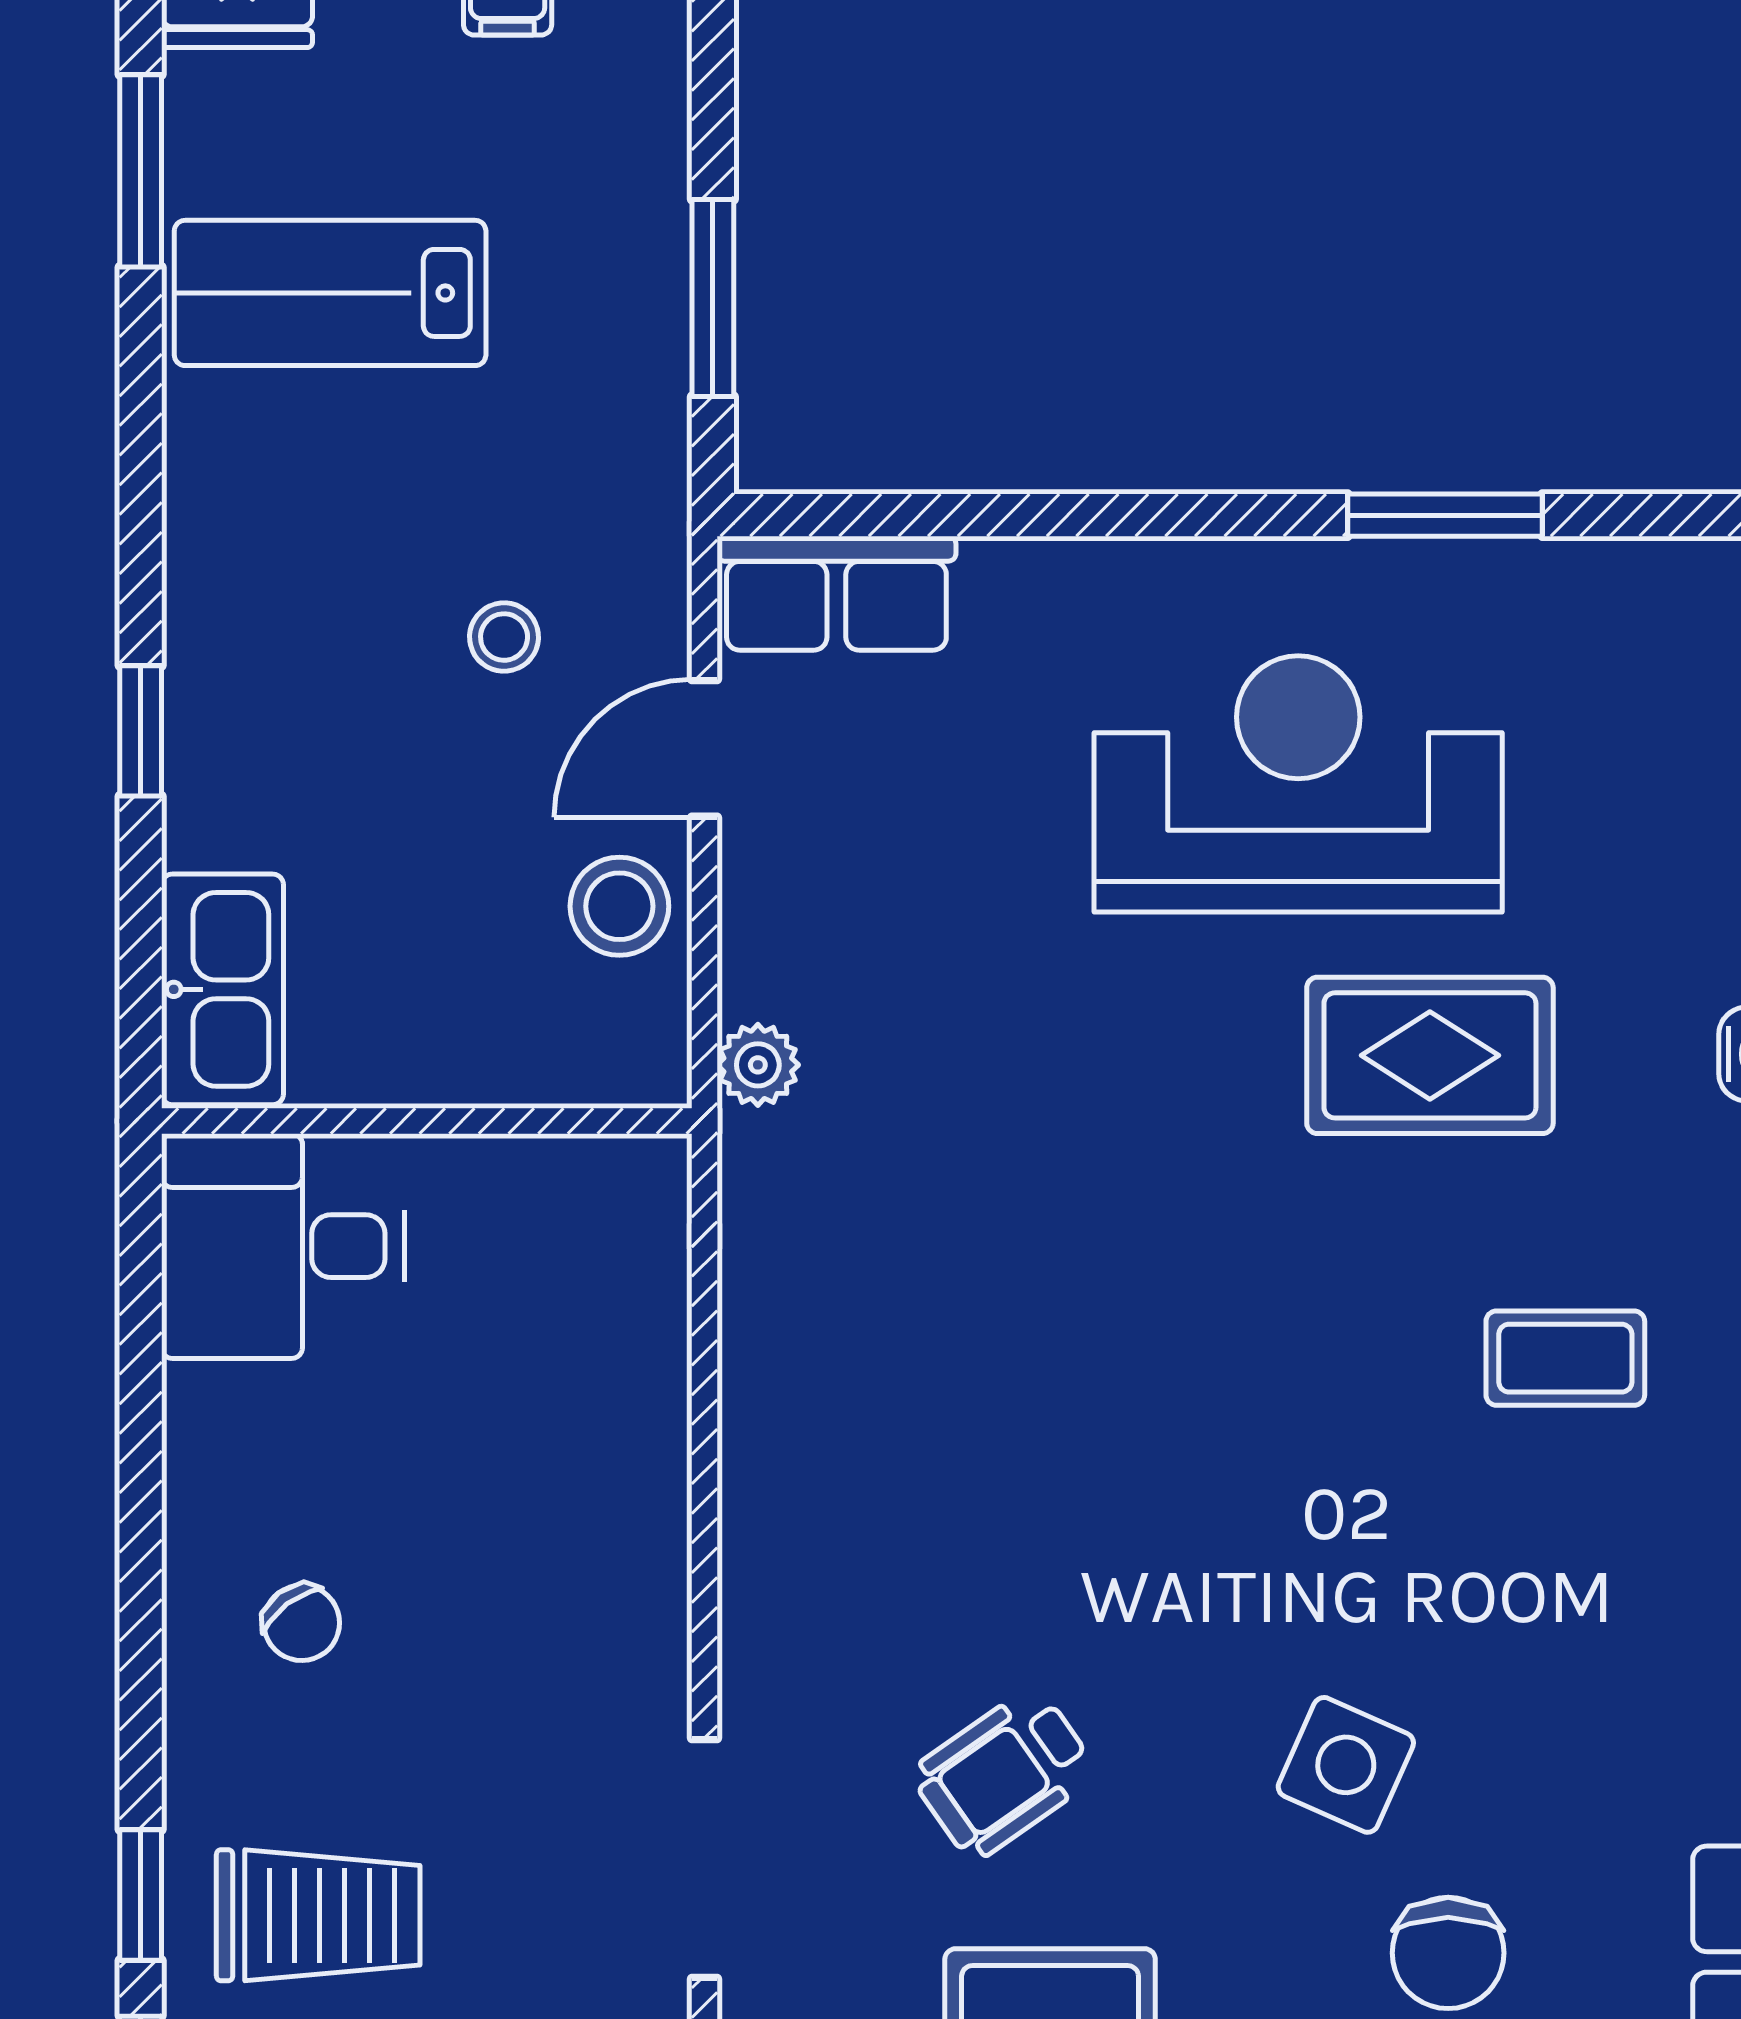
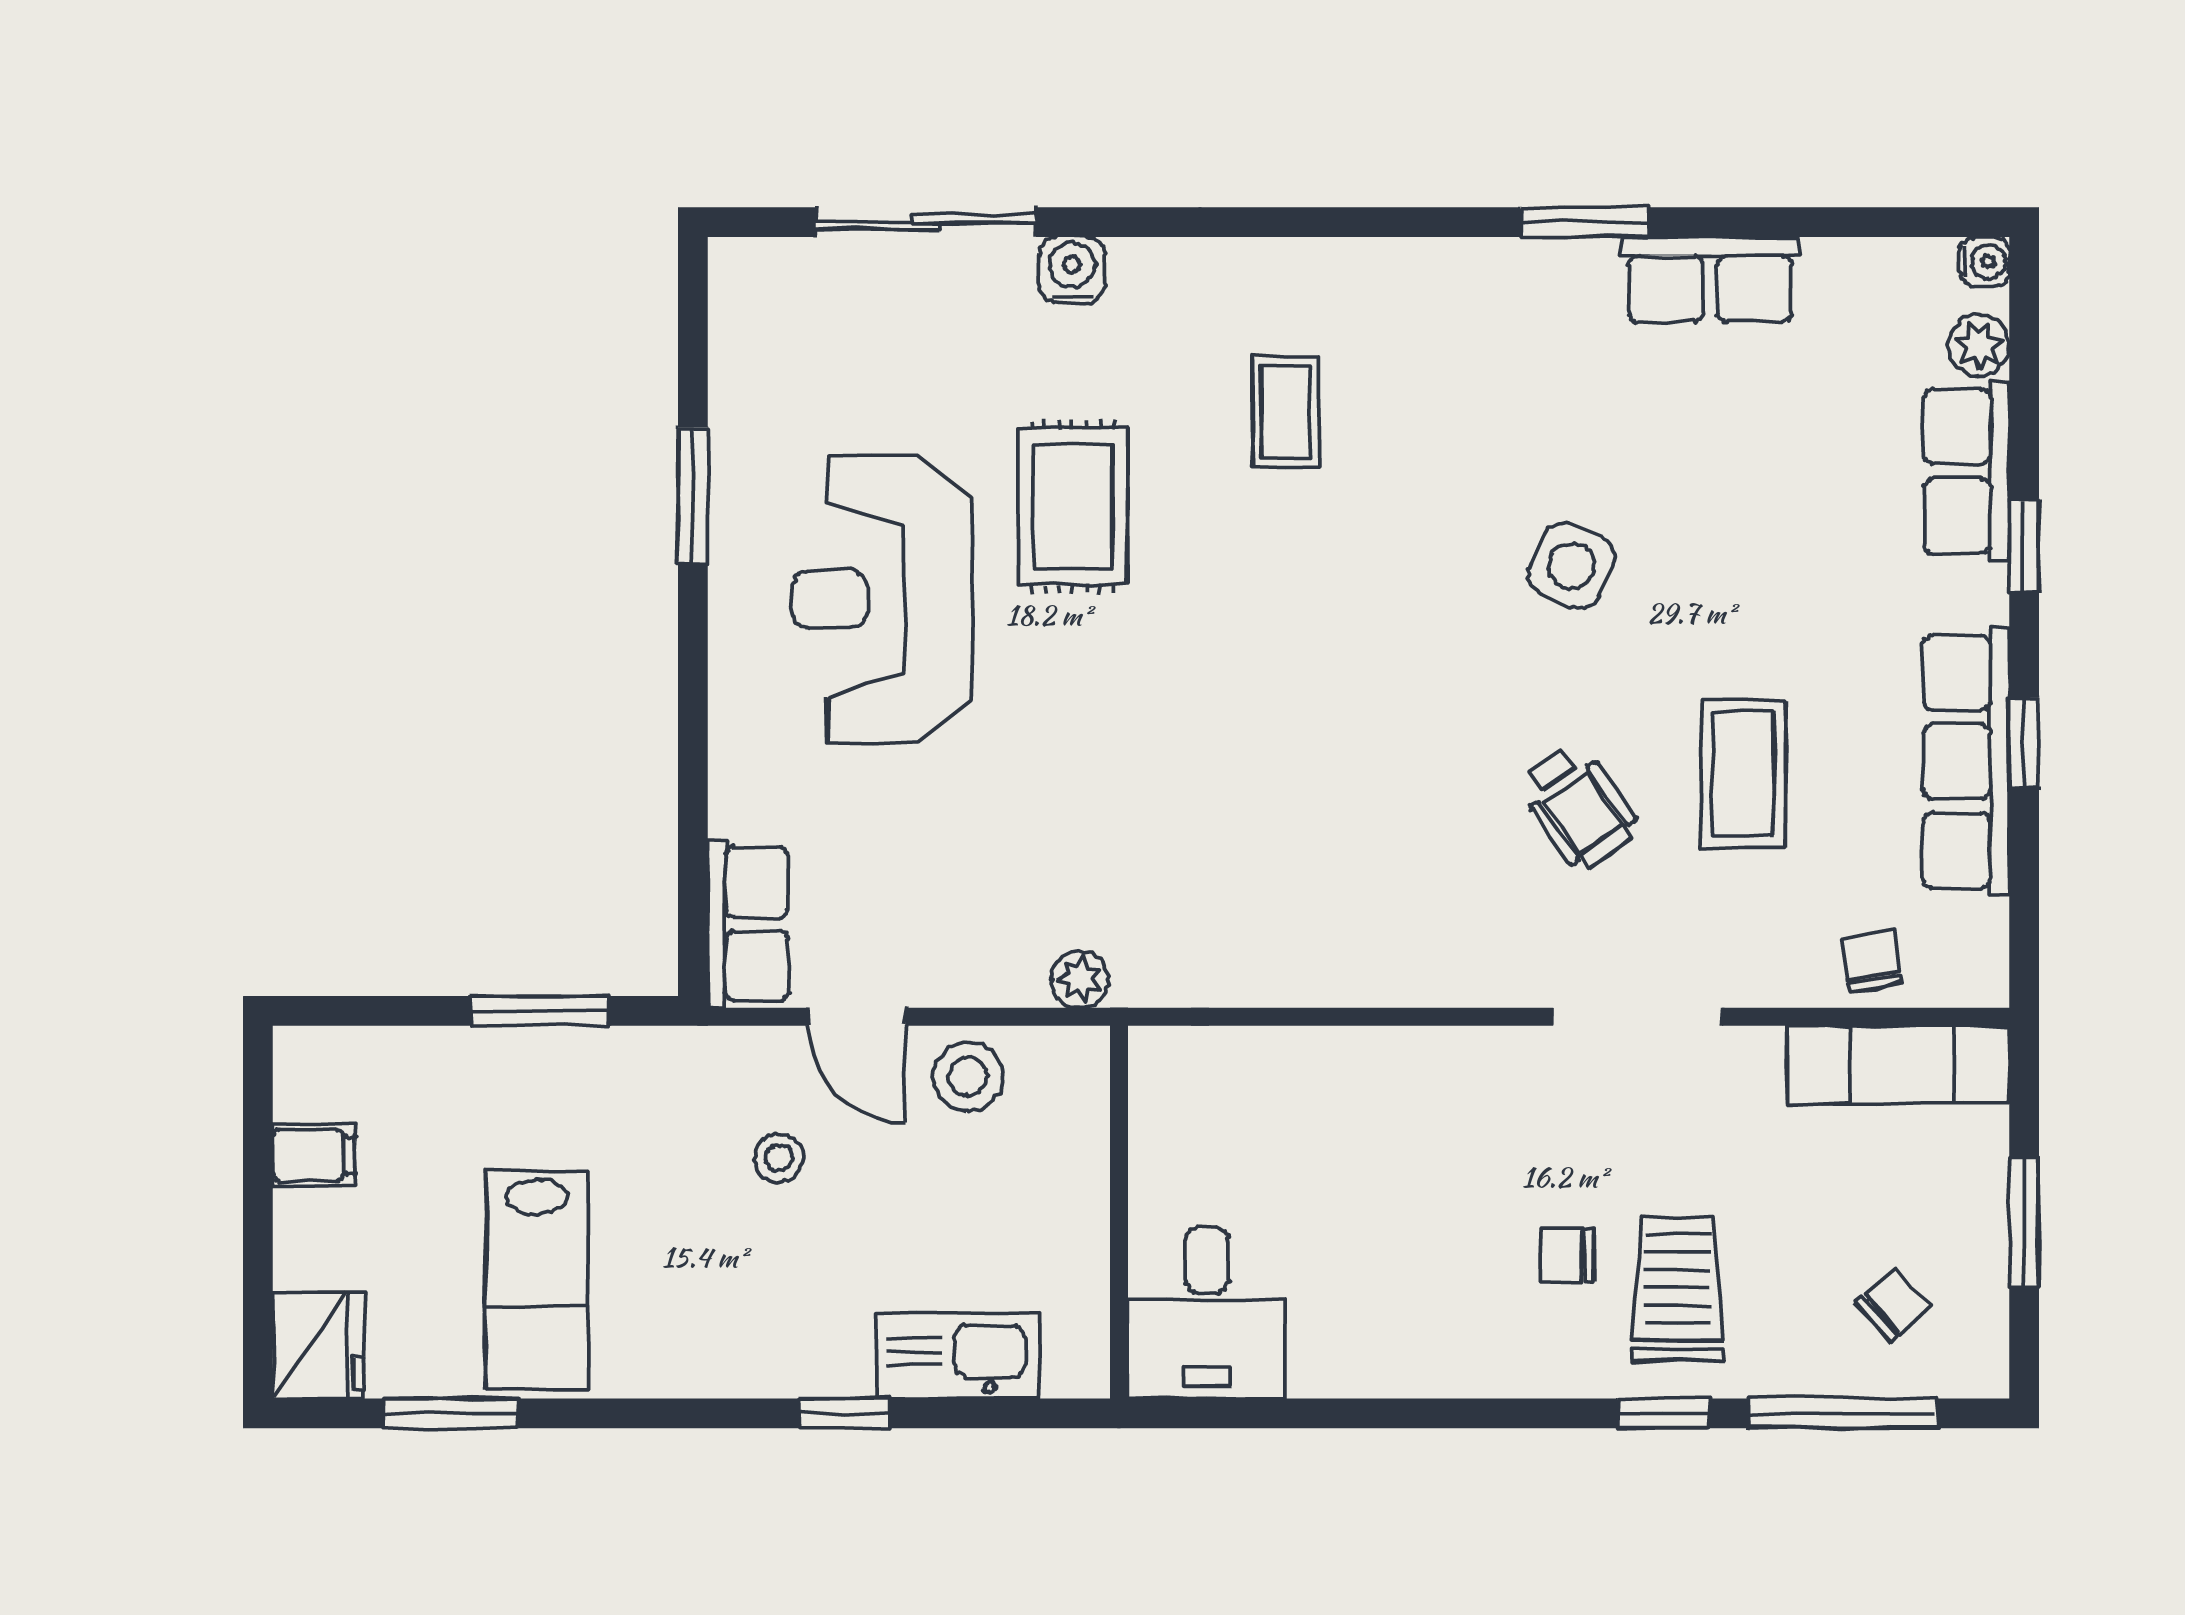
kitchen sink: (222, 989) -> (957, 1356), moved
chair: (302, 1623) -> (1568, 1255), moved, turned -143
chair: (1448, 1953) -> (1704, 494), removed

